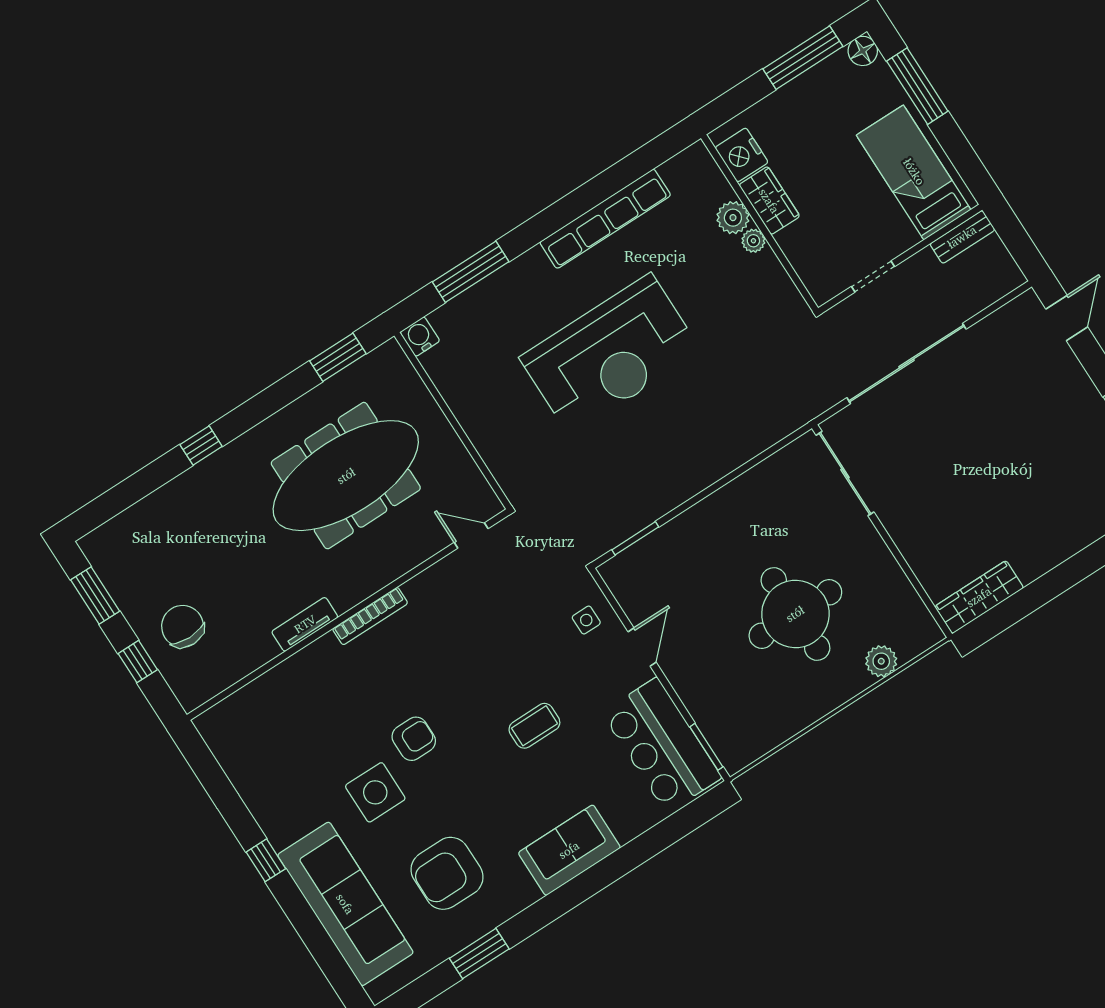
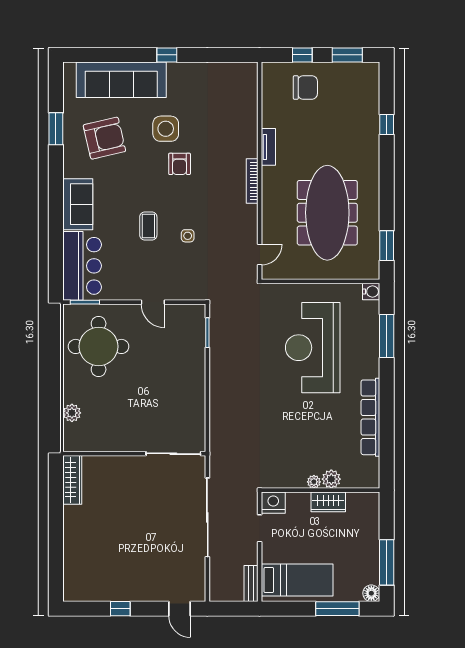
nightstand: (742, 155) -> (273, 503), moved
reception desk: (610, 354) -> (313, 348), moved
window: (201, 445) -> (387, 124), moved
round table: (795, 614) -> (99, 346), moved
side table: (586, 620) -> (188, 236), moved
bar counter: (662, 745) -> (82, 266), moved, turned 90
armchair: (447, 873) -> (104, 138), turned 77

